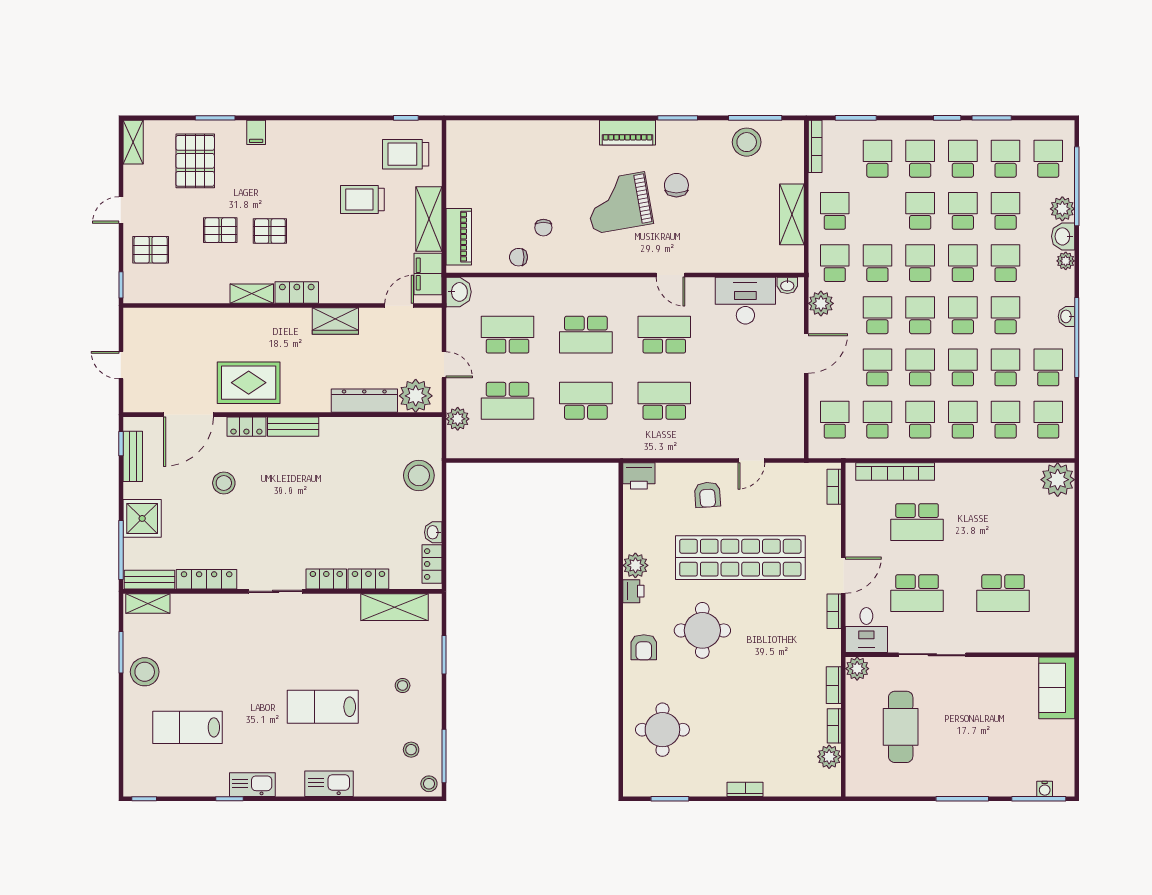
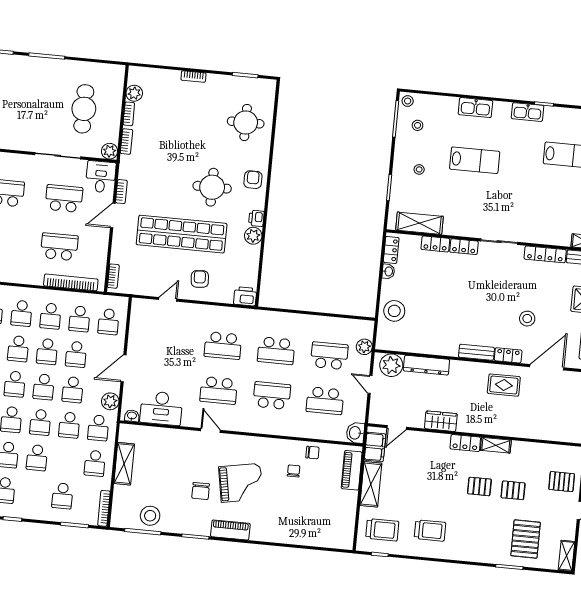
filing cabinet: (256, 132) -> (482, 554), removed
school desk: (920, 159) -> (33, 493), removed
trolley: (362, 200) -> (430, 530), moved
rug: (249, 383) -> (504, 385), width x0.73, depth x0.70

